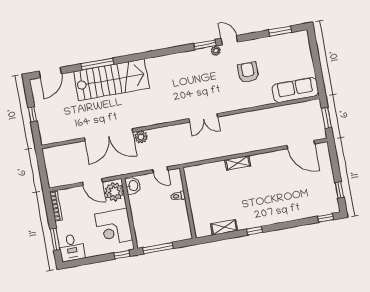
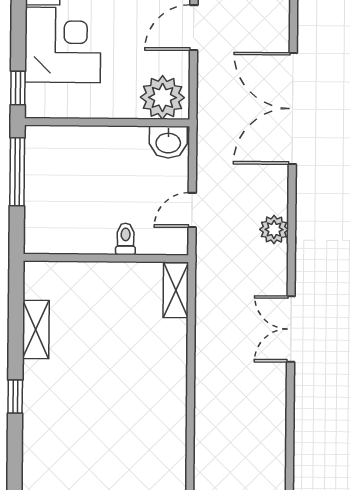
plant: (141, 137) -> (274, 229), moved
shelving: (238, 163) -> (176, 290), moved
door: (92, 182) -> (194, 28), moved
corner desk: (114, 227) -> (63, 45), moved, turned 90

